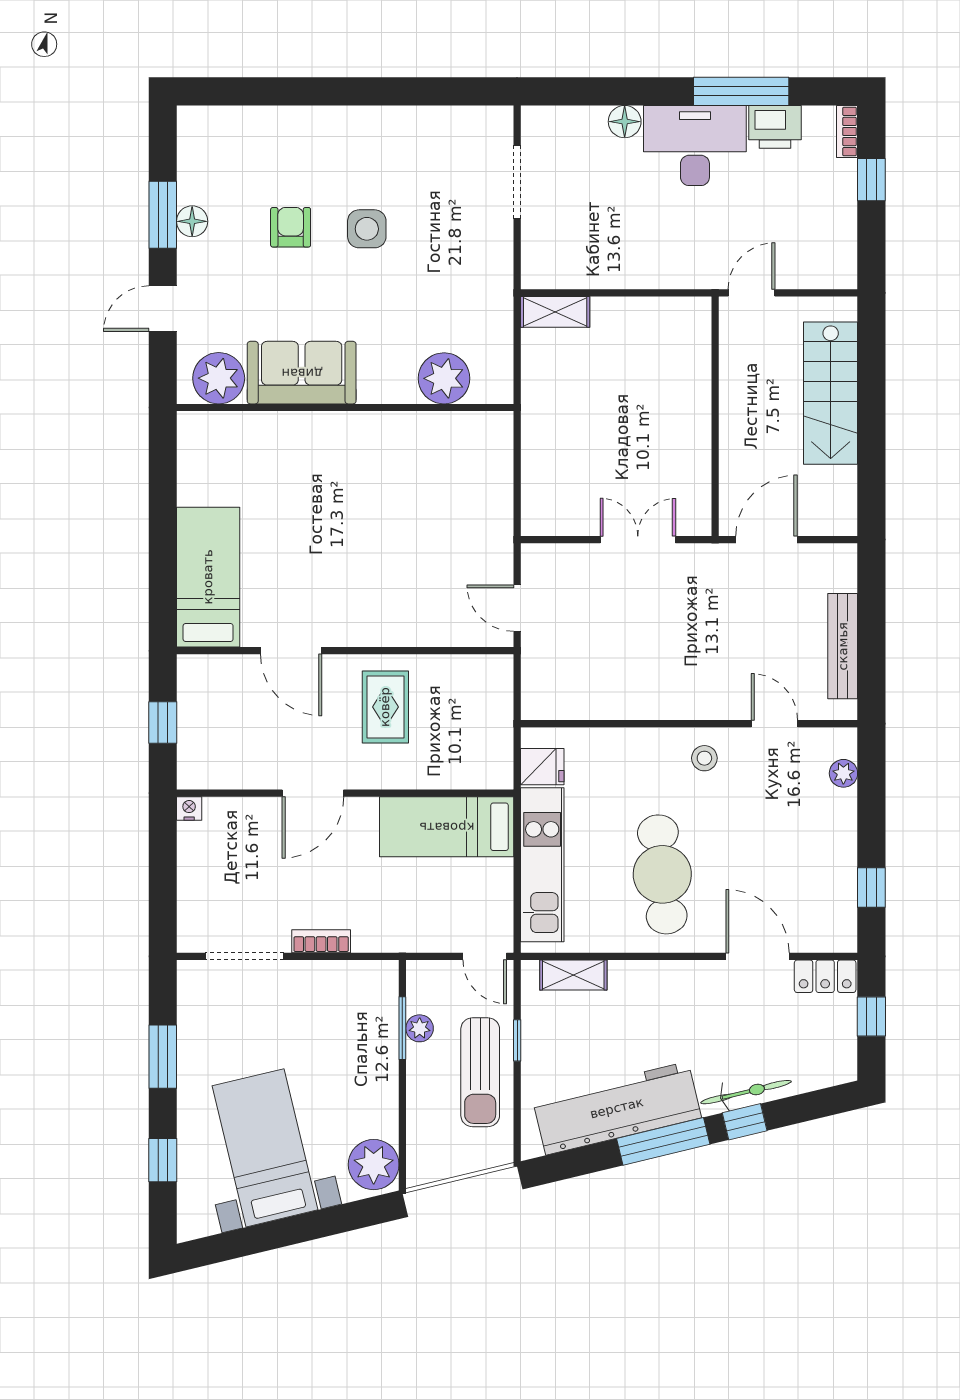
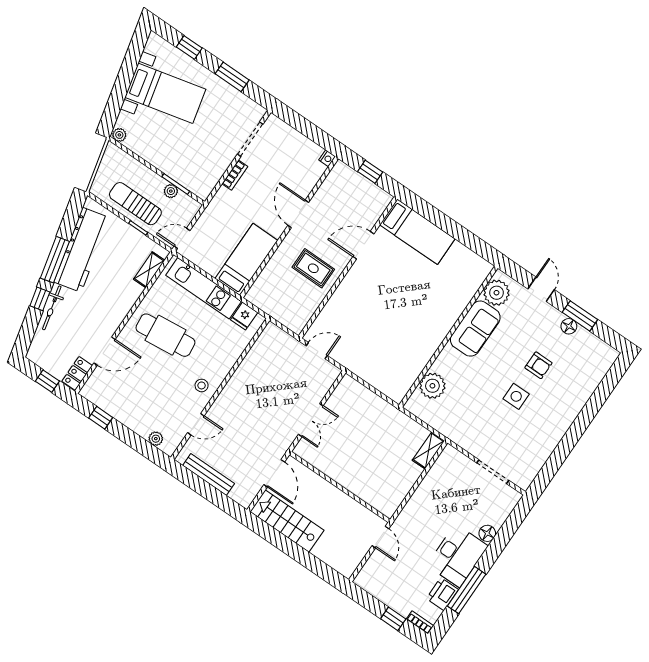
stairs: (831, 393) -> (287, 521), moved
plant: (374, 1165) -> (119, 135), width x0.53, depth x0.53

